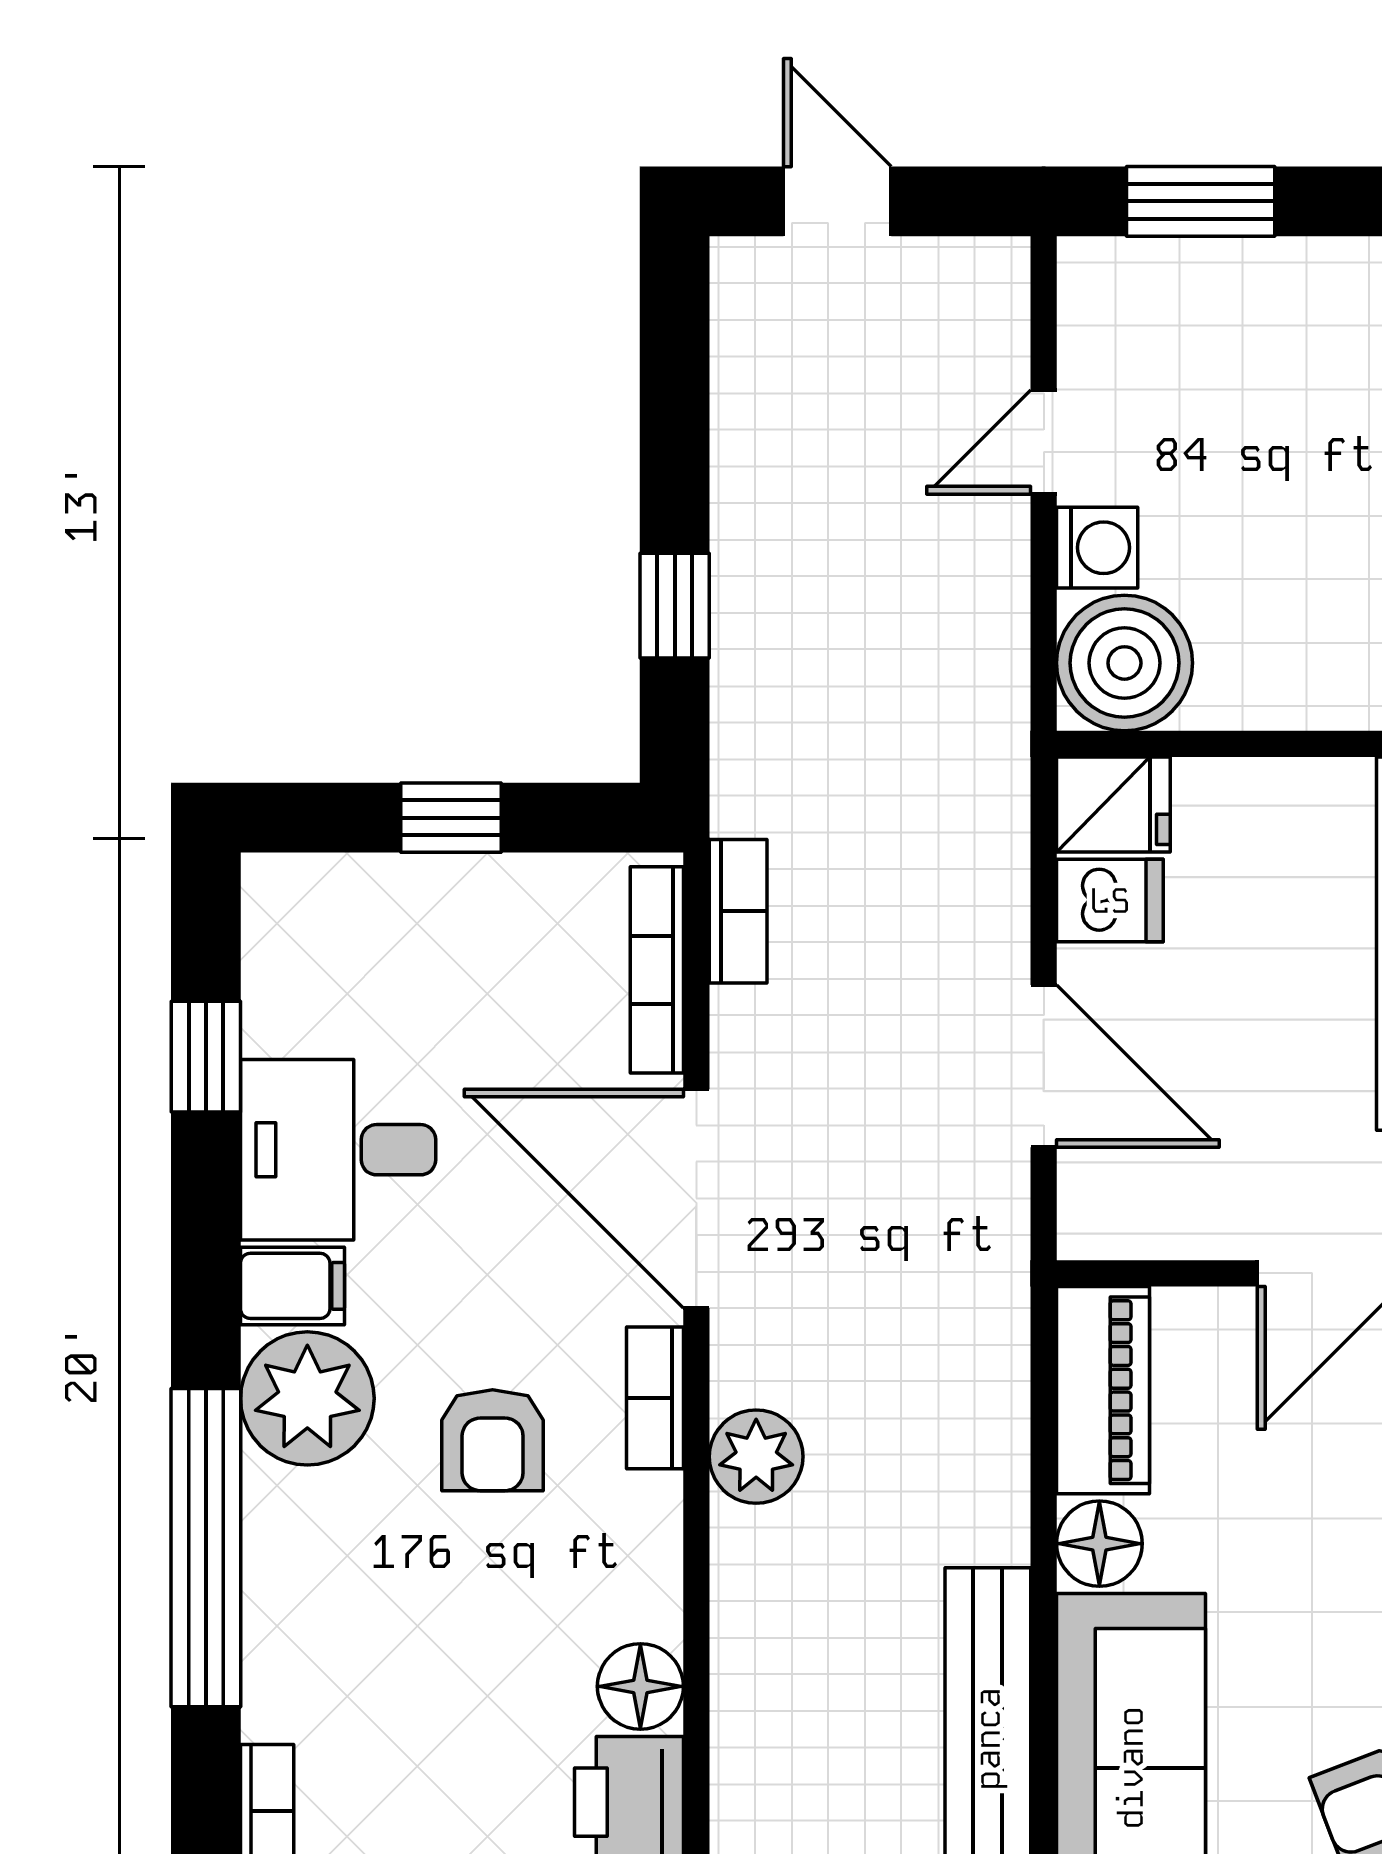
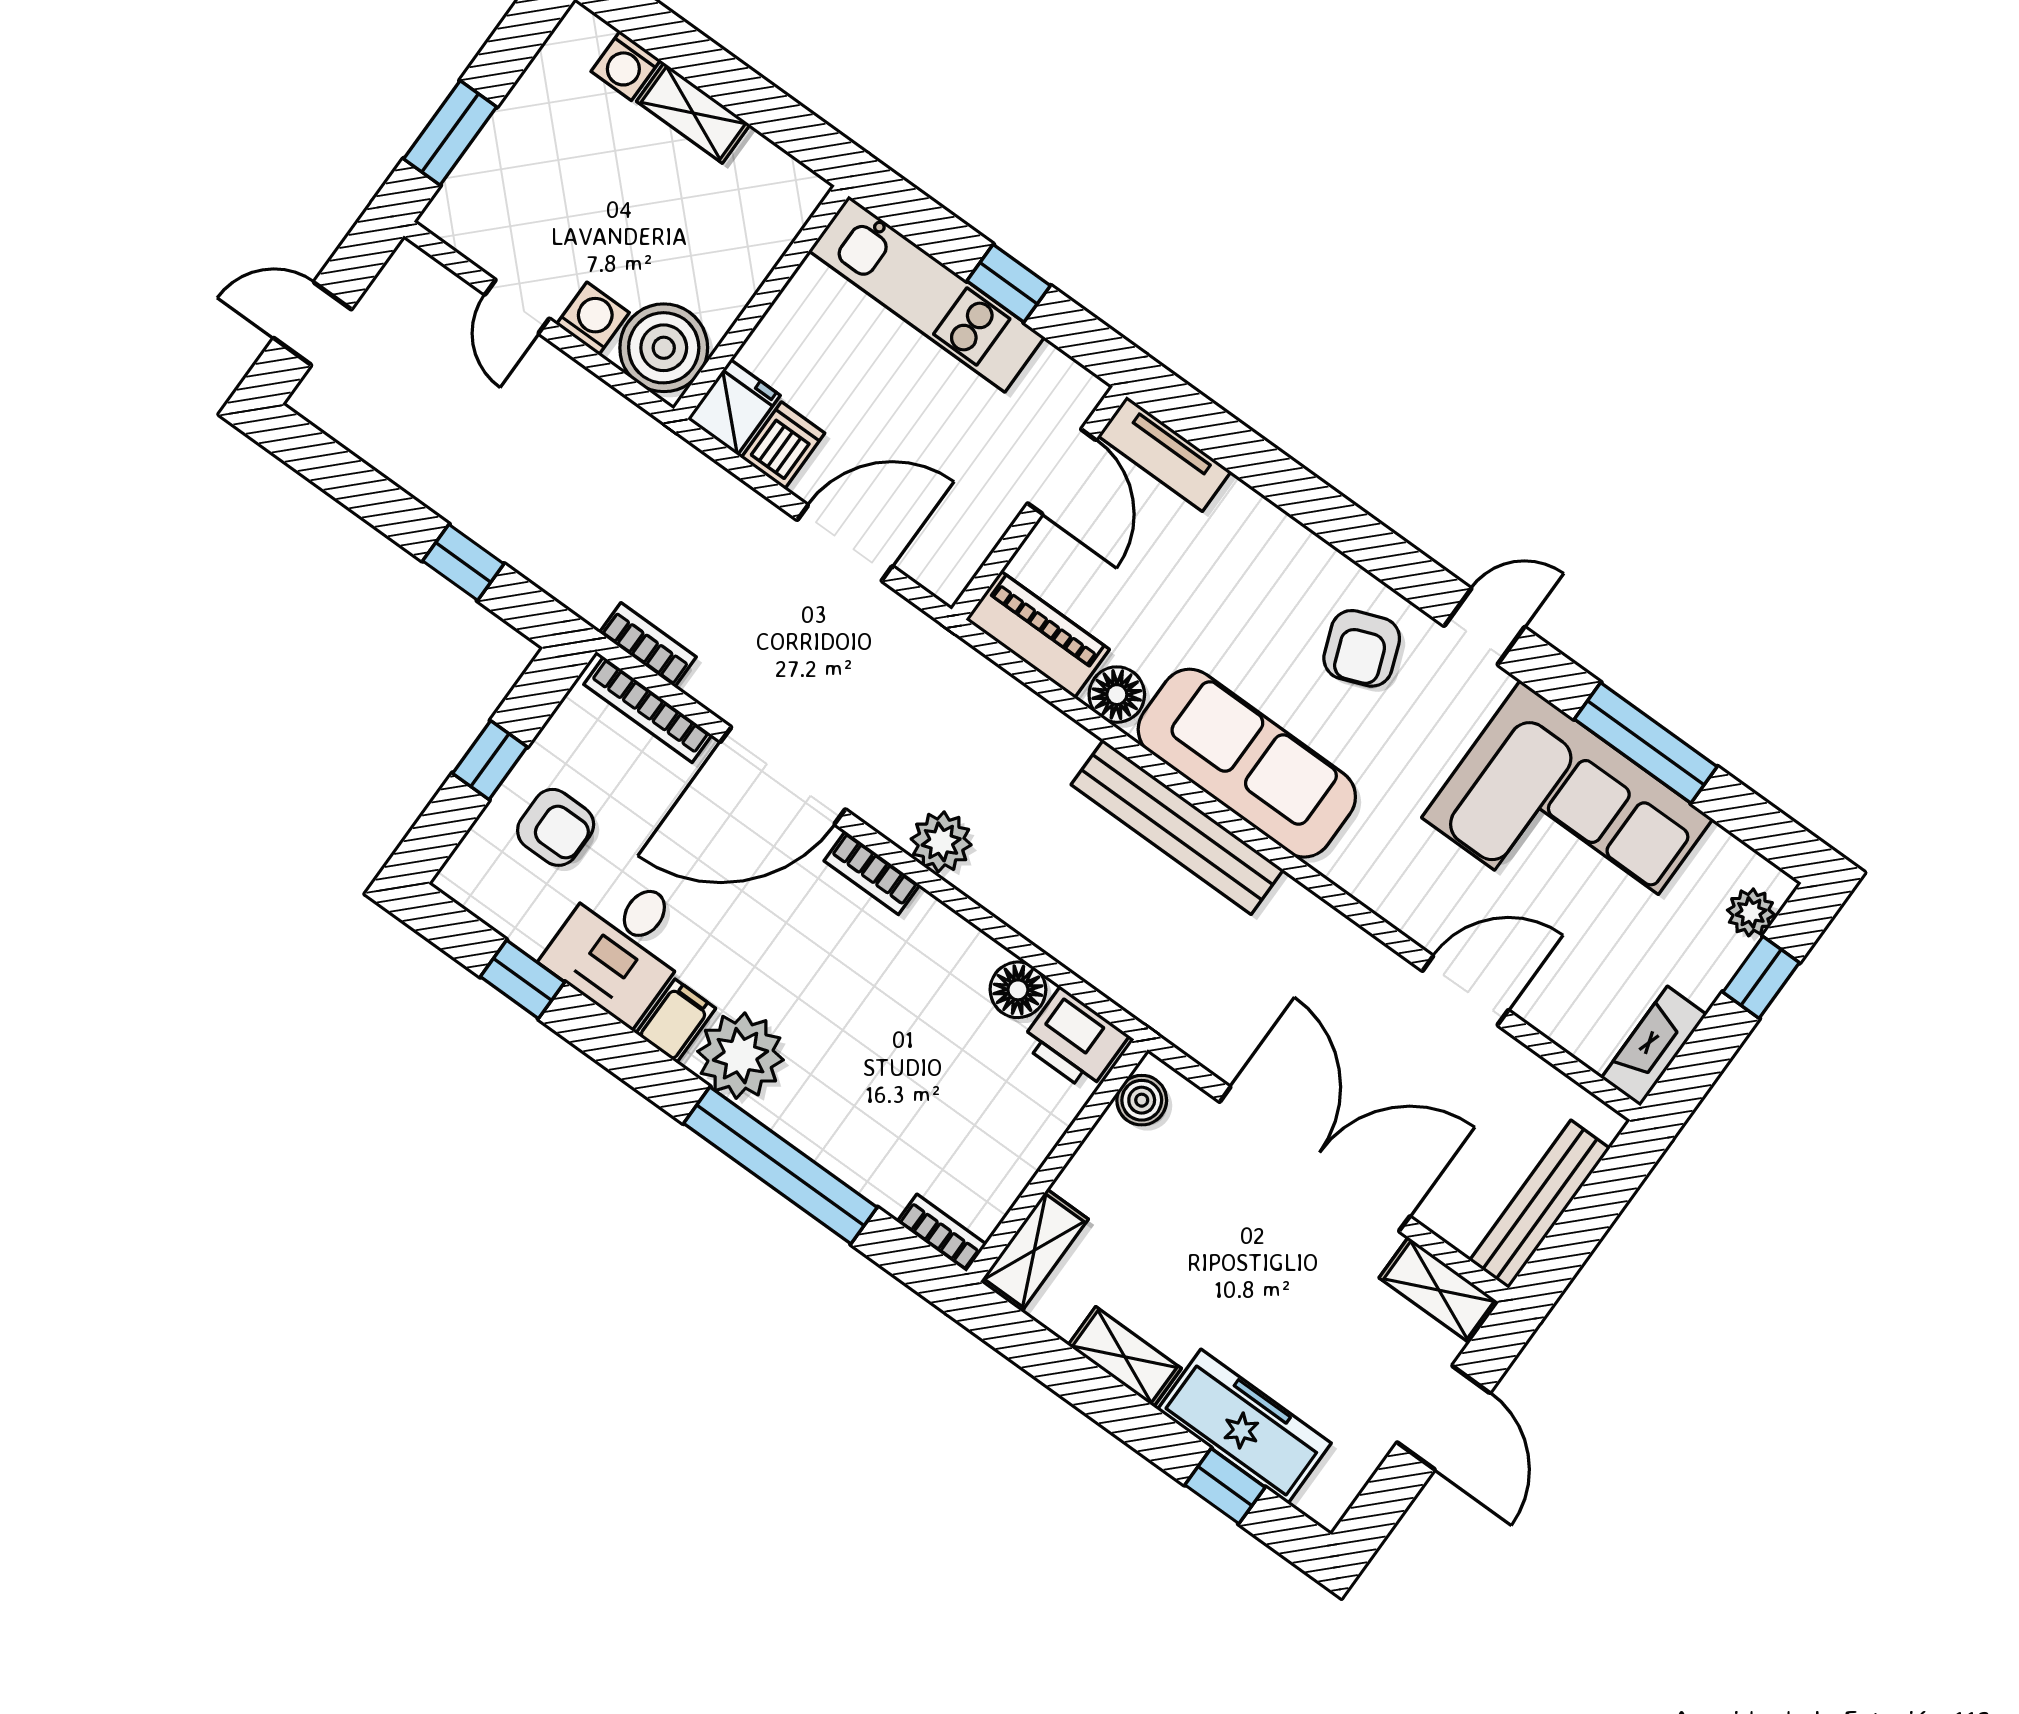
armchair: (493, 1440) -> (556, 827), moved

